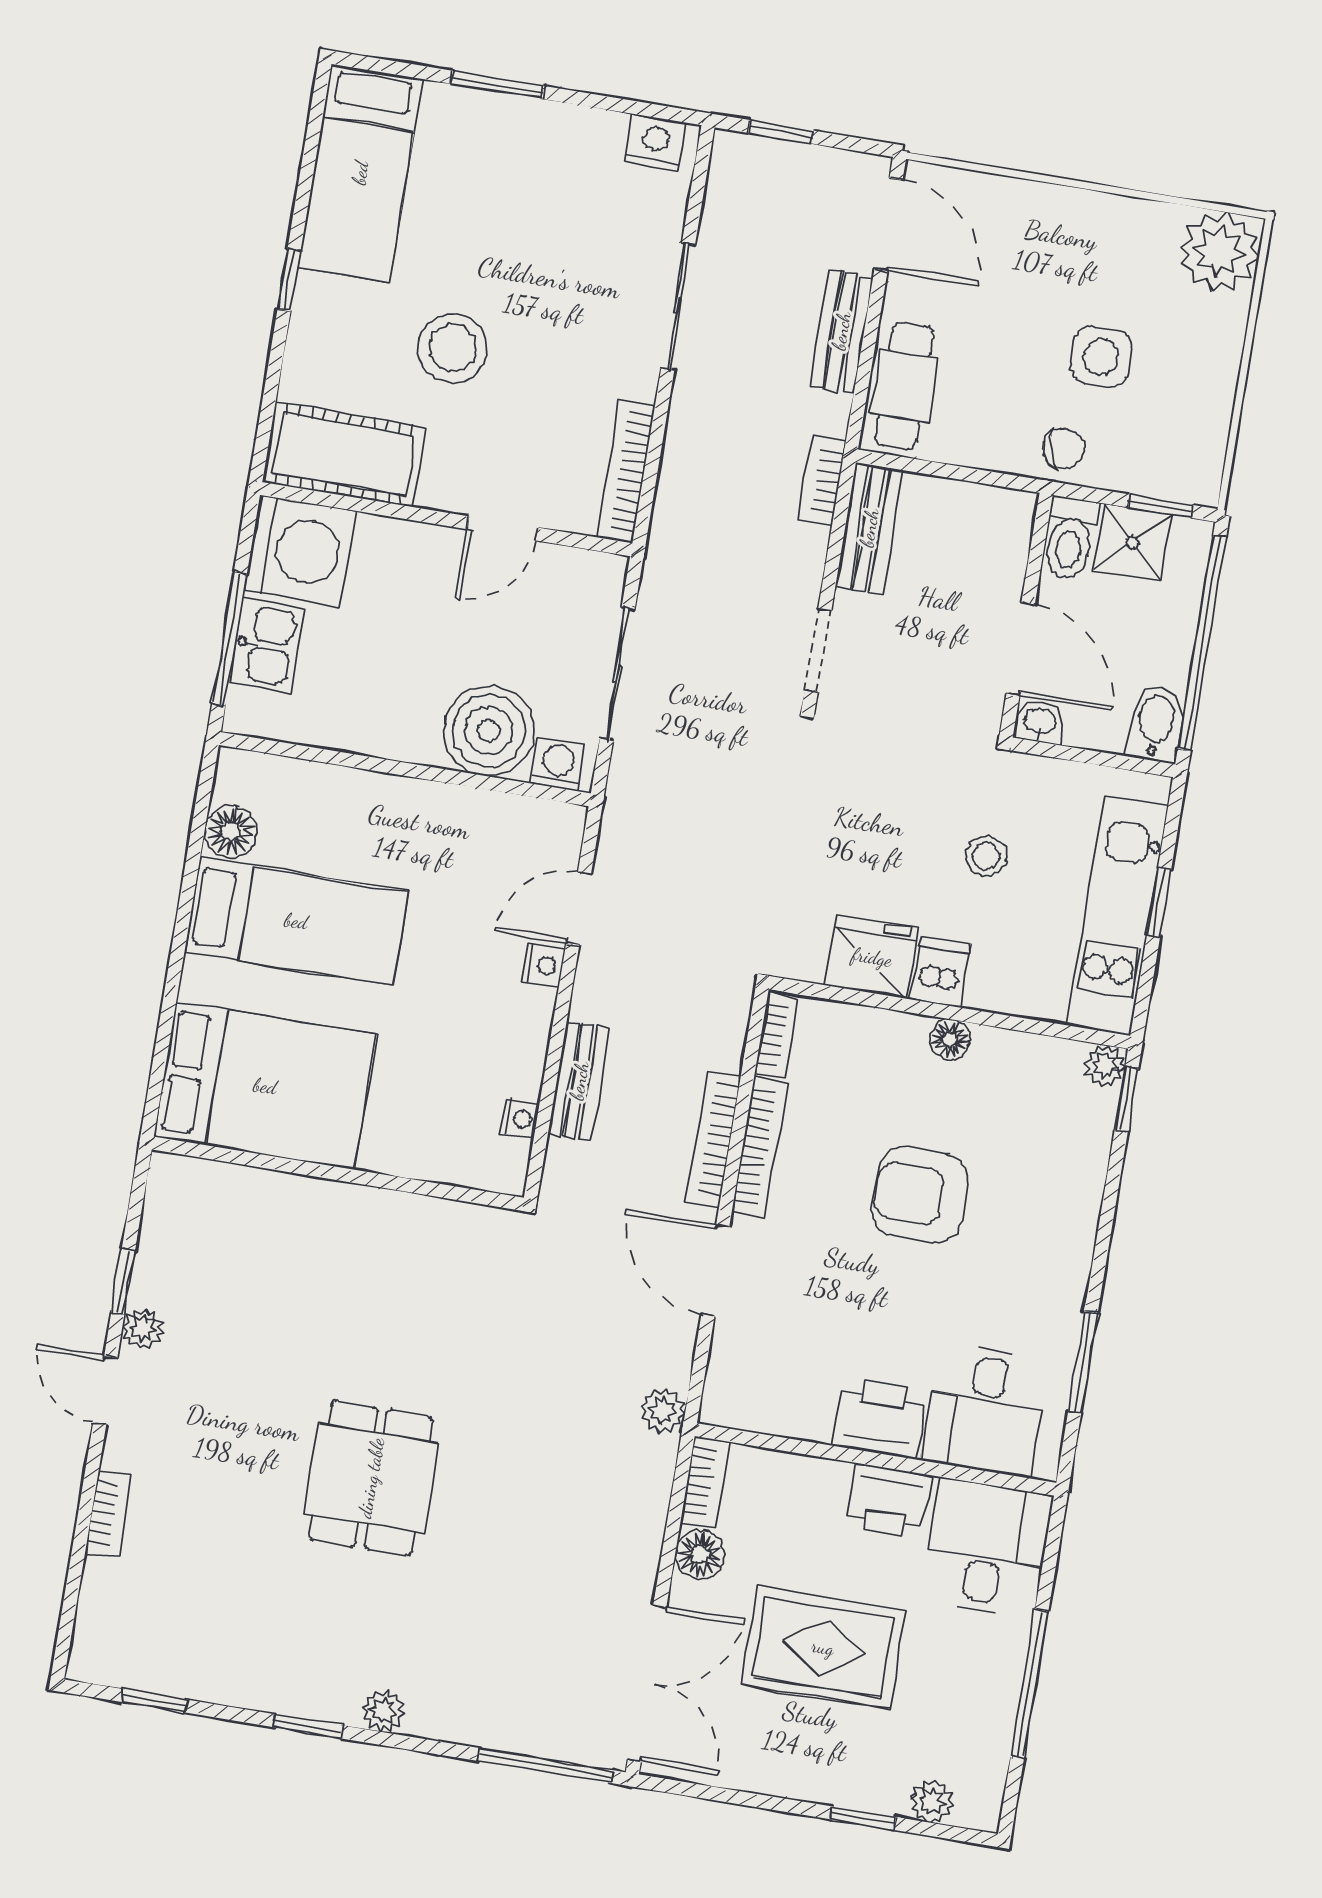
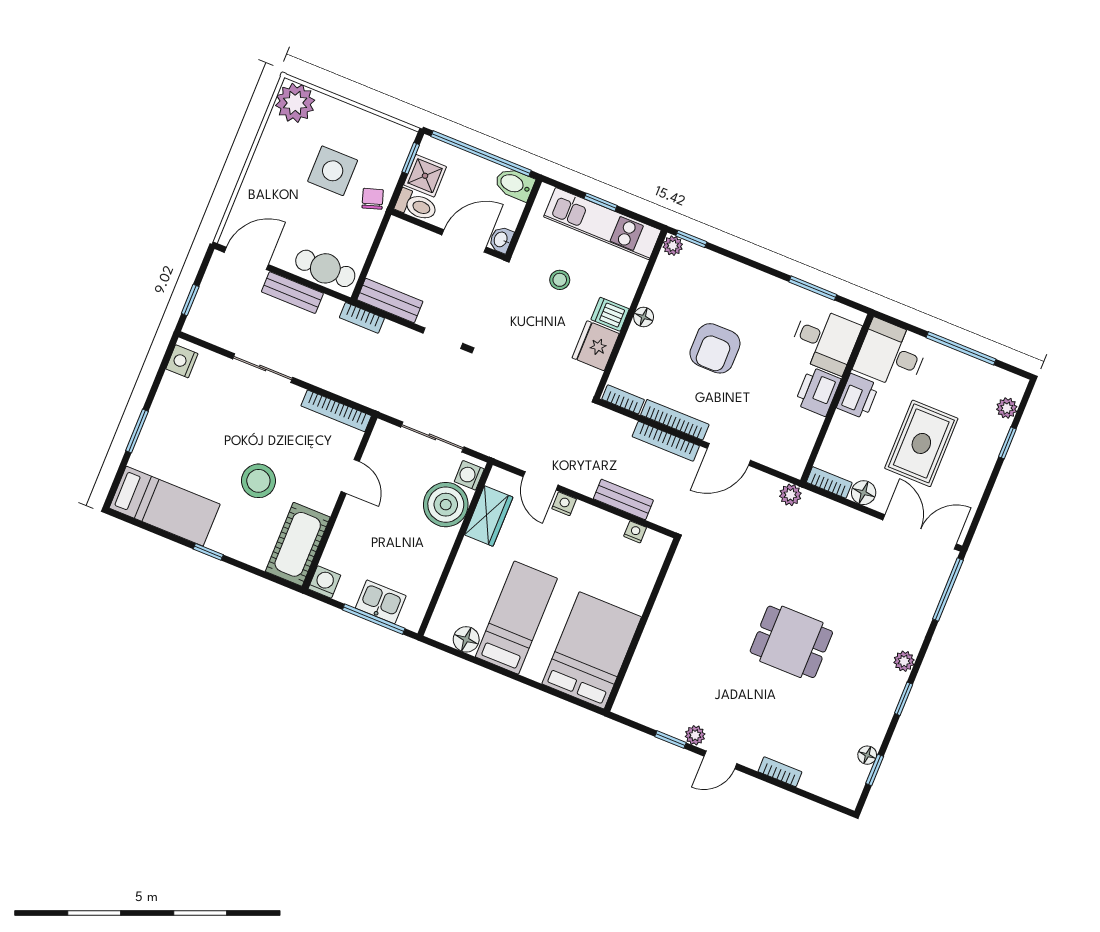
side table: (1101, 357) -> (333, 171), width x1.37, depth x1.37
washing machine: (300, 551) -> (324, 582), width x0.53, depth x0.53
wardrobe: (486, 821) -> (489, 516), added
floor lamp: (180, 1679) -> (867, 755), added

